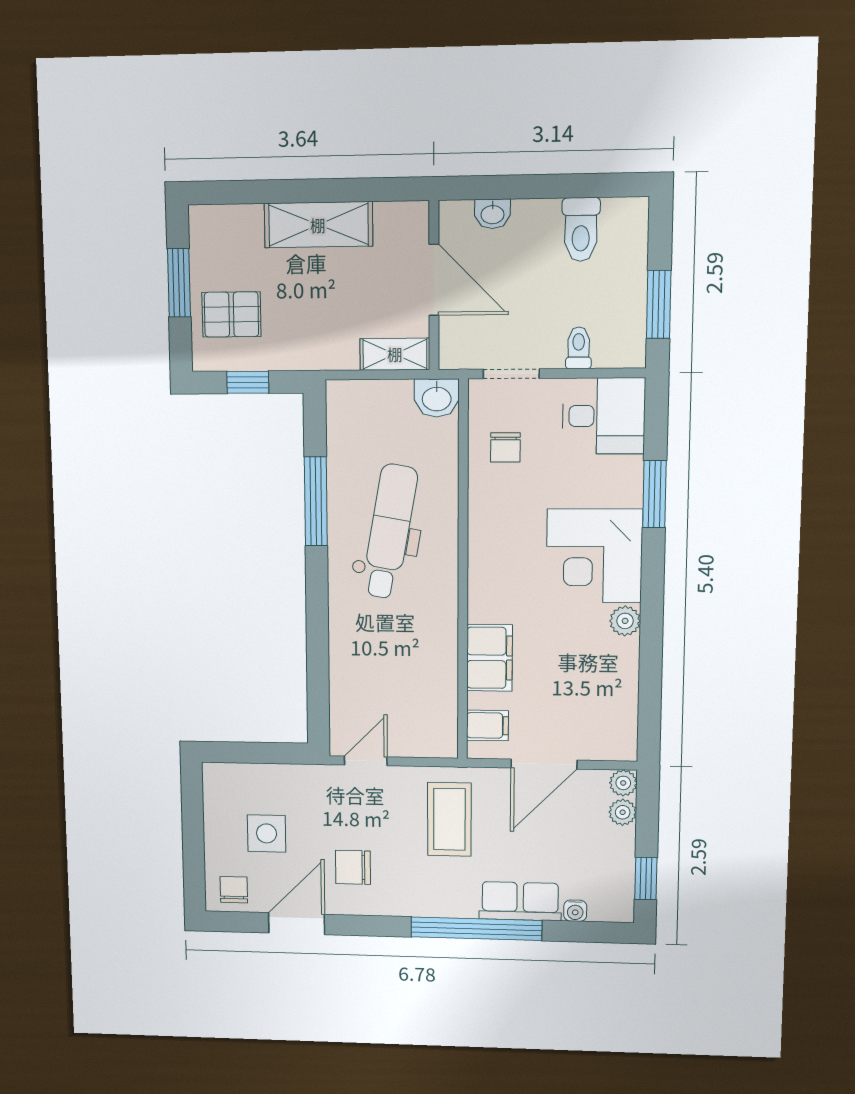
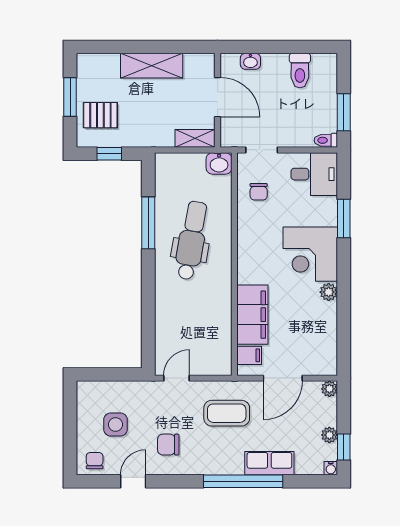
toilet: (579, 348) -> (326, 140), moved, turned -90
filing cabinet: (490, 658) -> (252, 315), width x1.50, depth x1.17
plant: (623, 812) -> (329, 435), moved
coffee table: (449, 819) -> (227, 413), turned 90
water cooler: (575, 911) -> (331, 468), moved
door: (297, 924) -> (133, 481), width x0.73

